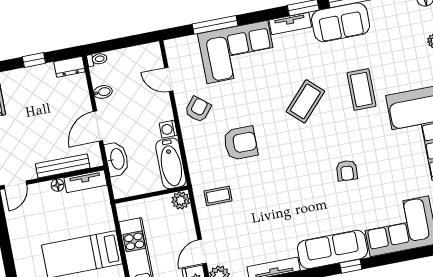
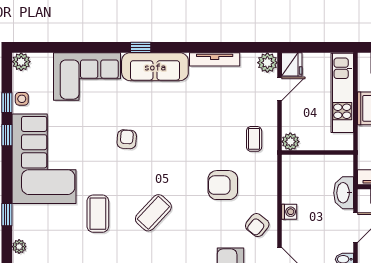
bathtub: (171, 163) -> (293, 179), removed
coffee table: (218, 196) -> (254, 139), turned 90

